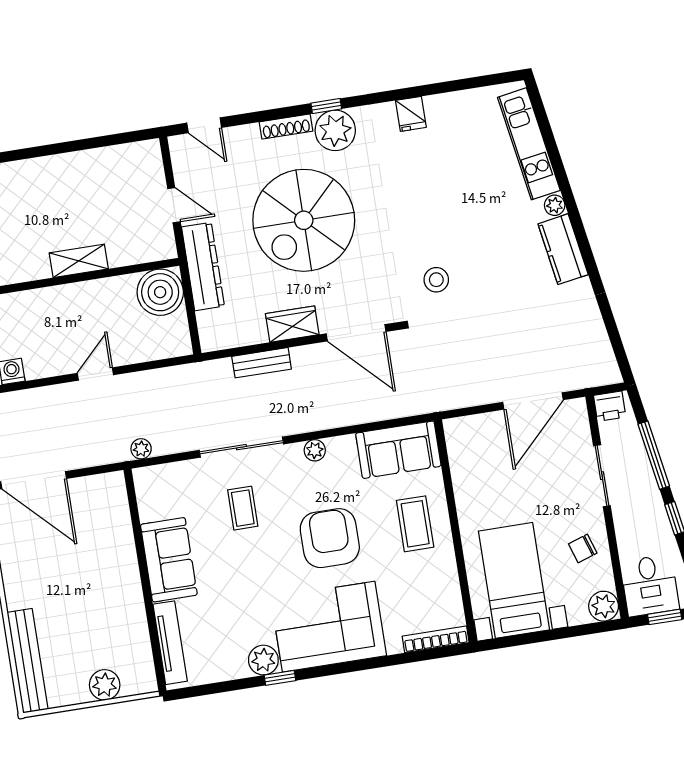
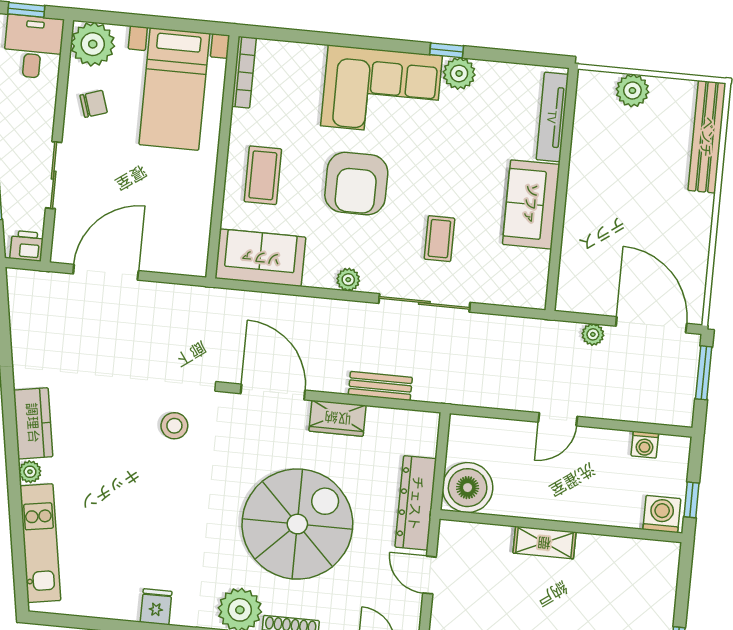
plant: (141, 449) -> (593, 334), moved
plant: (604, 606) -> (93, 44), width x1.36, depth x1.36
bookcase: (436, 639) -> (244, 72), moved, turned -90

